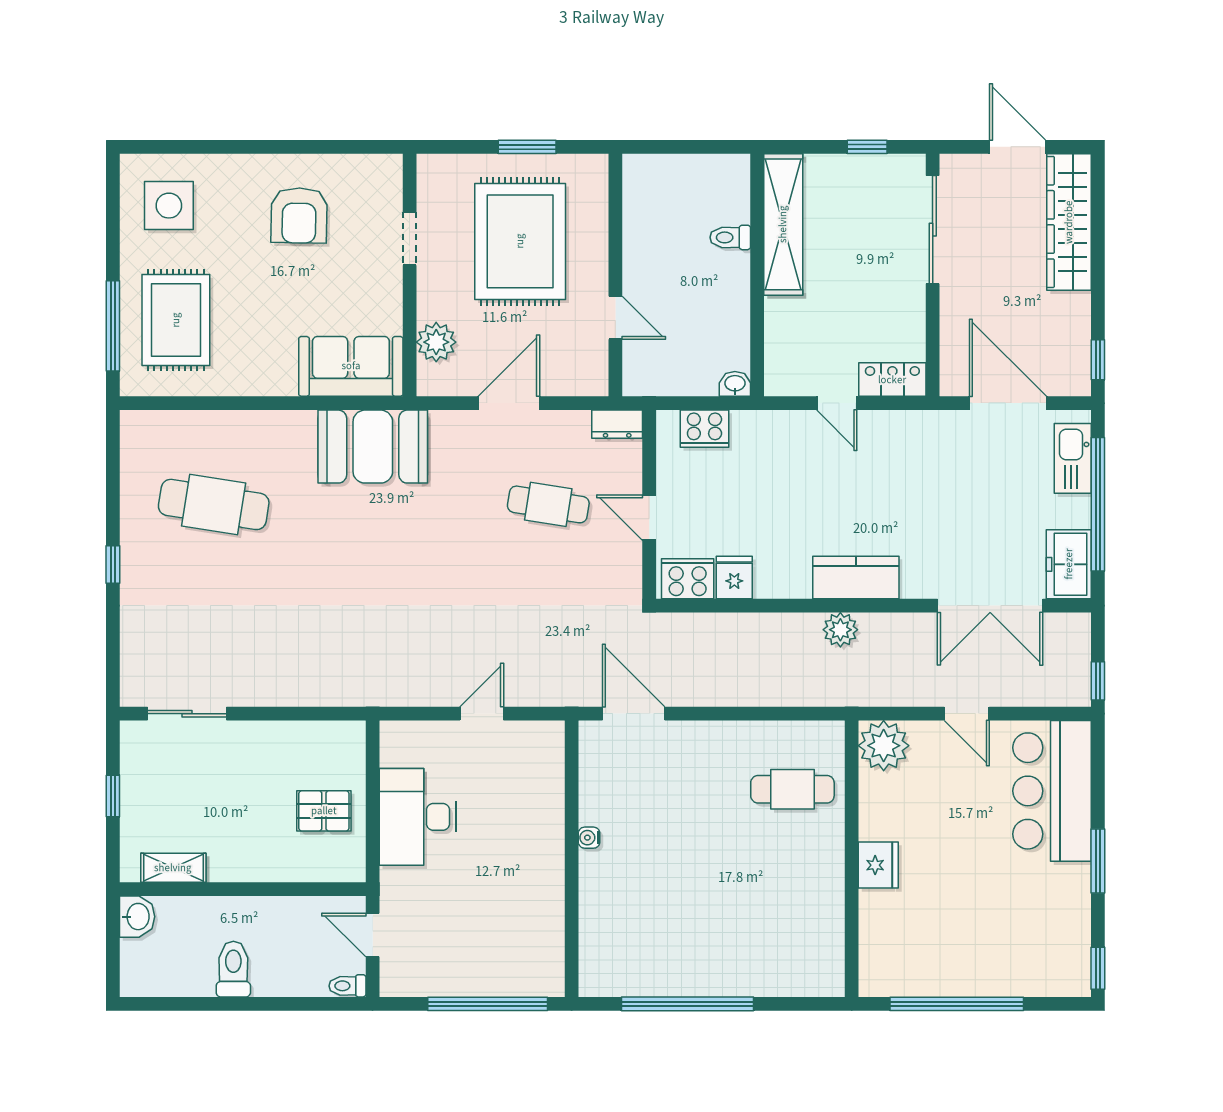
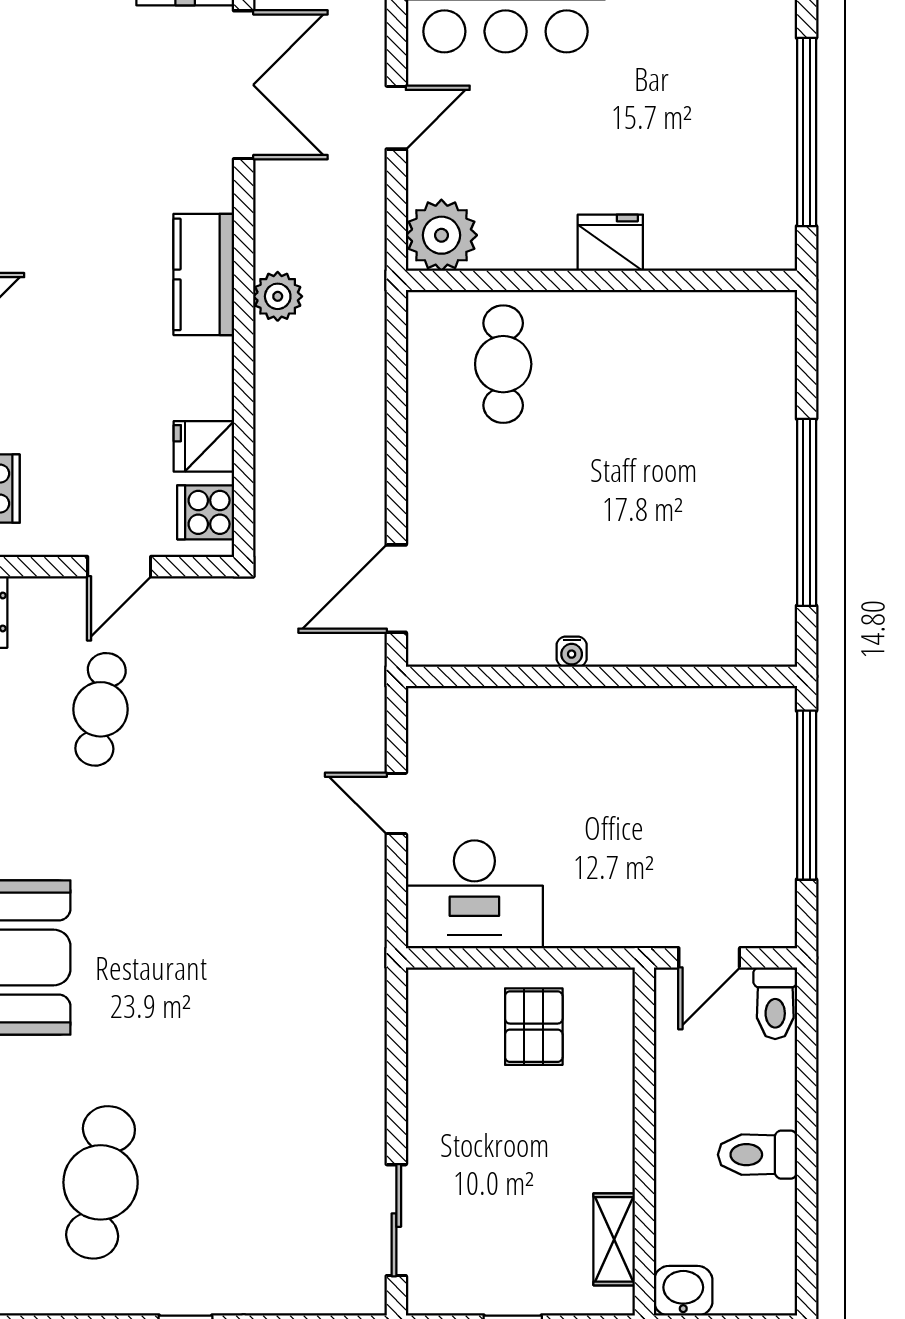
cooker: (688, 579) -> (206, 512), width x0.73
desk: (417, 817) -> (474, 894), moved
toilet: (348, 986) -> (775, 1003), width x1.37, depth x1.39

